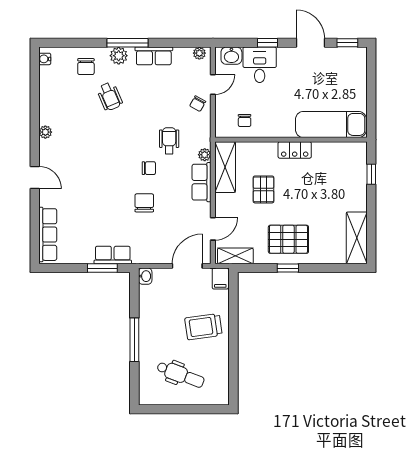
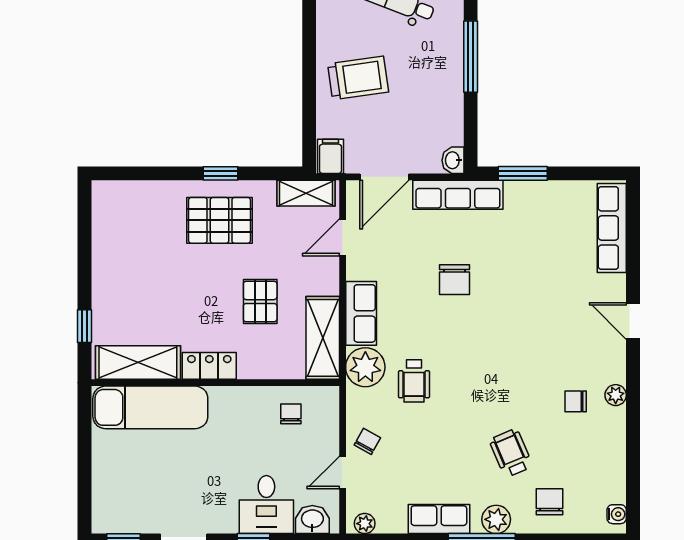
plant: (205, 155) -> (365, 367), width x1.88, depth x1.88
chair: (149, 168) -> (576, 401), moved
shelving: (357, 238) -> (138, 362), moved, turned 90
row of seats: (113, 255) -> (458, 195), moved, width x1.48

